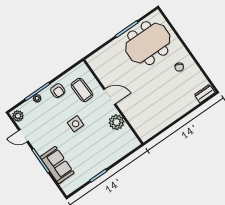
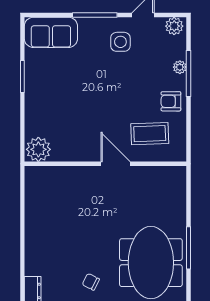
door: (110, 97) -> (116, 164), swing flipped
plant: (116, 122) -> (38, 149), moved
side table: (76, 124) -> (120, 42), moved
sofa: (57, 165) -> (51, 32), moved

